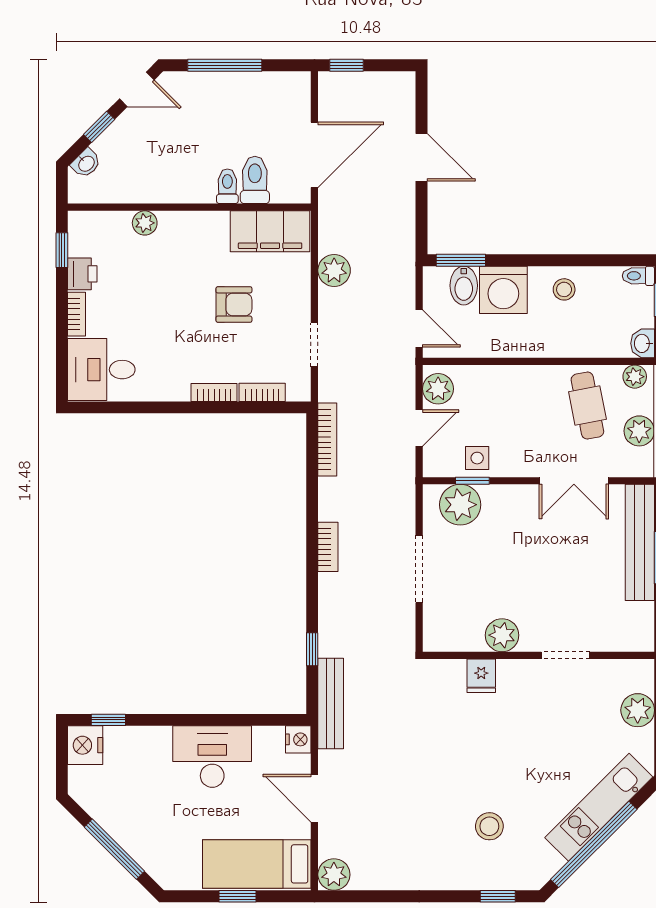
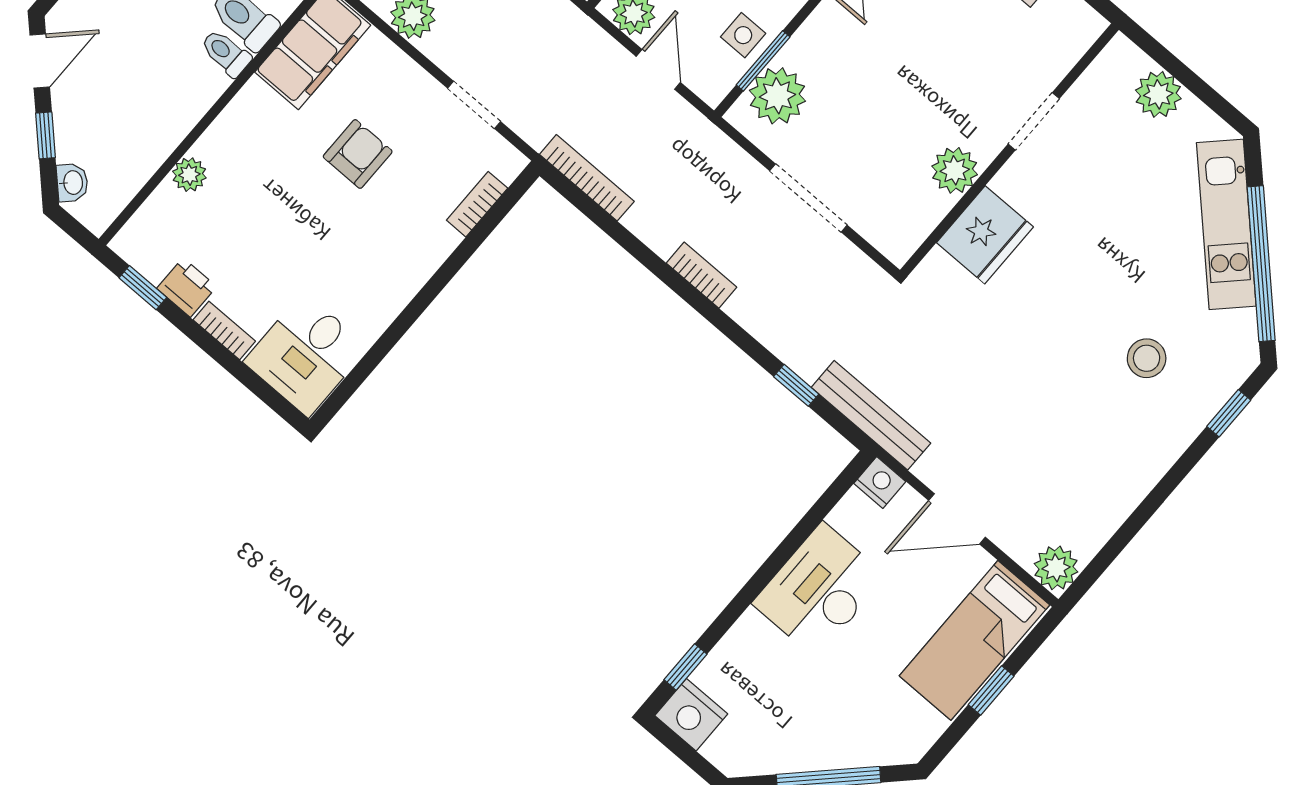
bookcase: (214, 392) -> (433, 255), removed
window: (472, 481) -> (763, 61), width x1.50
fridge: (481, 676) -> (985, 235), width x1.88, depth x1.34

